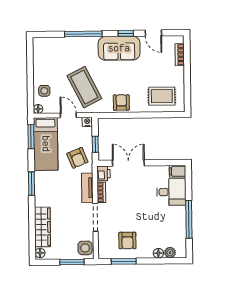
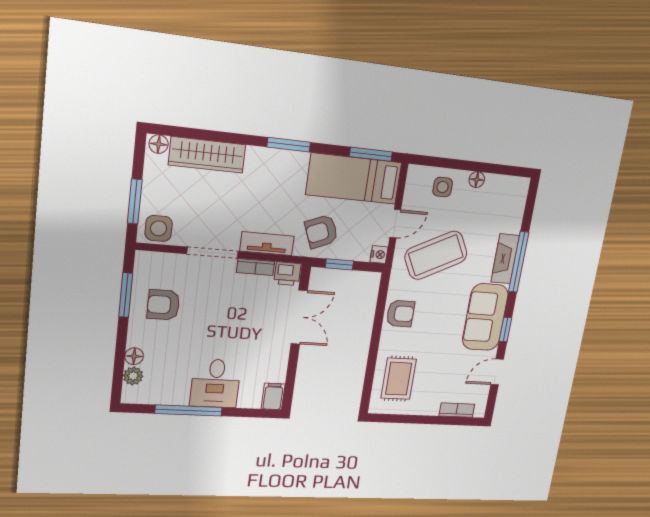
fireplace: (82, 43) -> (505, 259), added
floor lamp: (38, 109) -> (477, 180), moved
desk: (171, 192) -> (215, 383), moved

